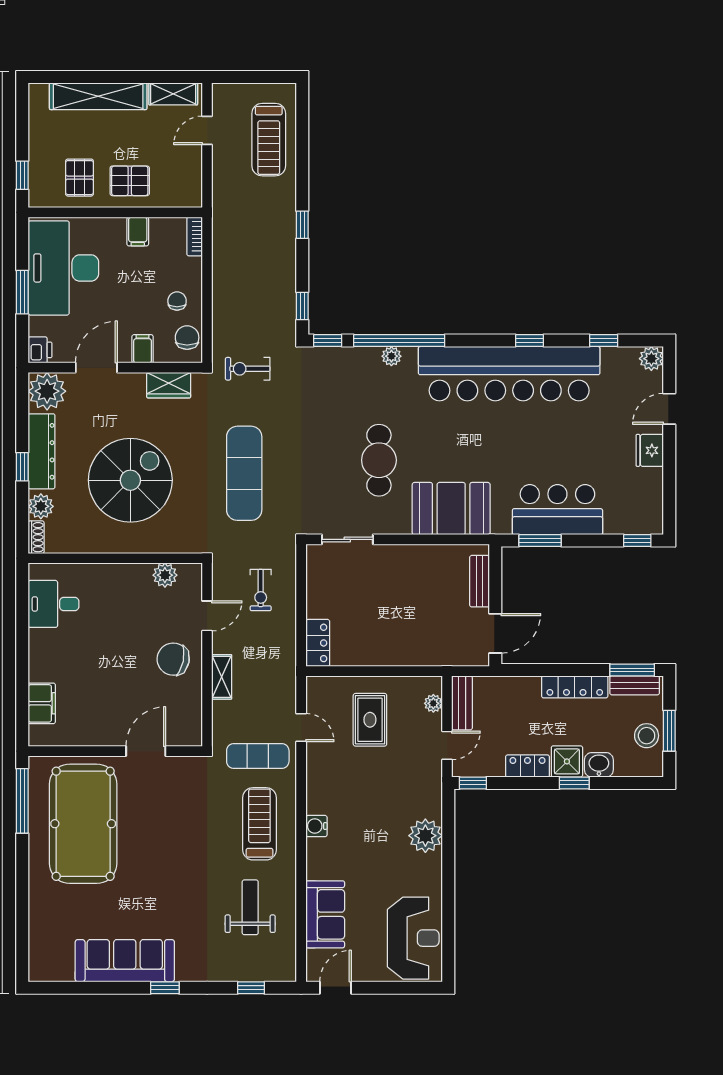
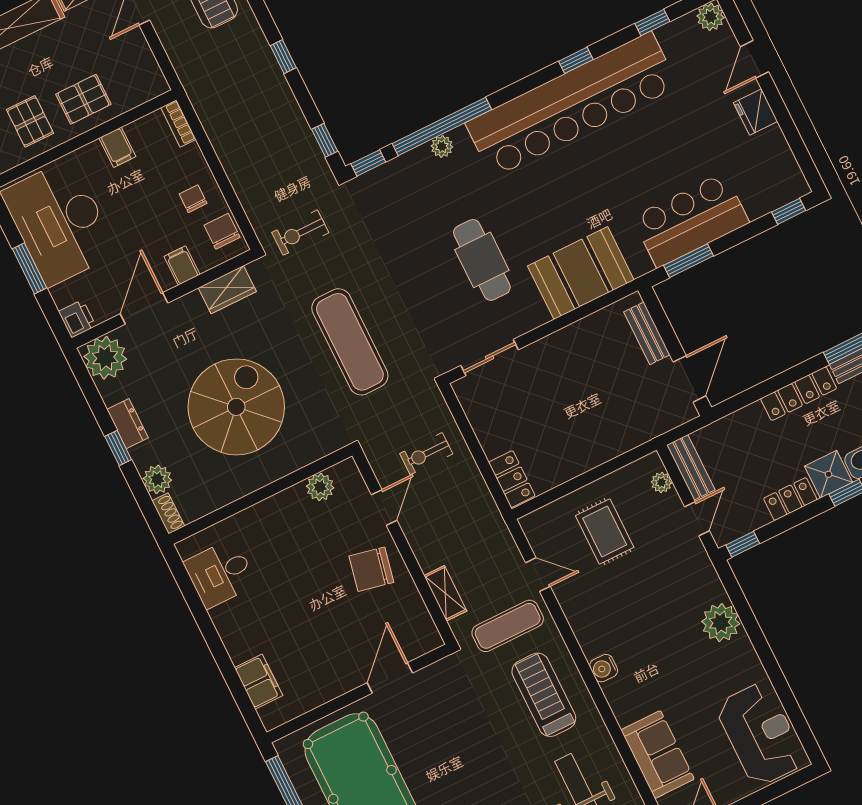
dresser: (42, 451) -> (127, 424), width x0.51, depth x0.80
exercise bike: (261, 590) -> (426, 454), turned 90
shelving: (222, 677) -> (445, 593), moved

